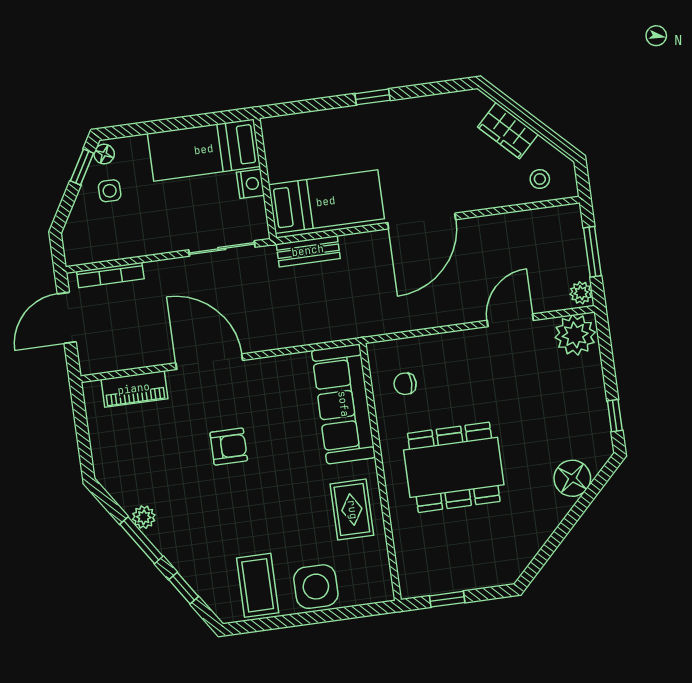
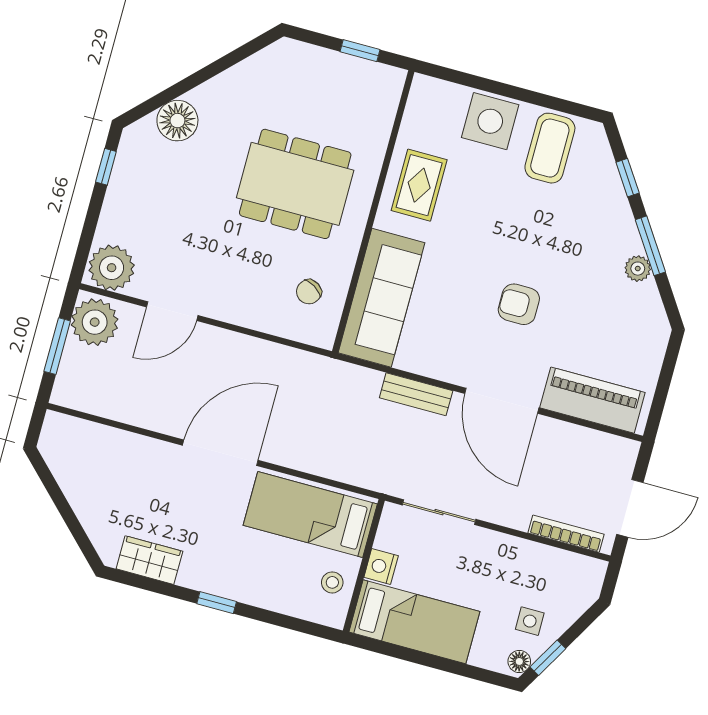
wardrobe: (508, 131) -> (149, 560), moved, turned -45
stool: (540, 179) -> (332, 582), moved
bench: (308, 251) -> (416, 394), moved
plant: (581, 293) -> (95, 322), width x1.88, depth x1.88
chair: (405, 384) -> (309, 292), turned 122
piano: (134, 389) -> (592, 400), width x1.37, depth x1.33

